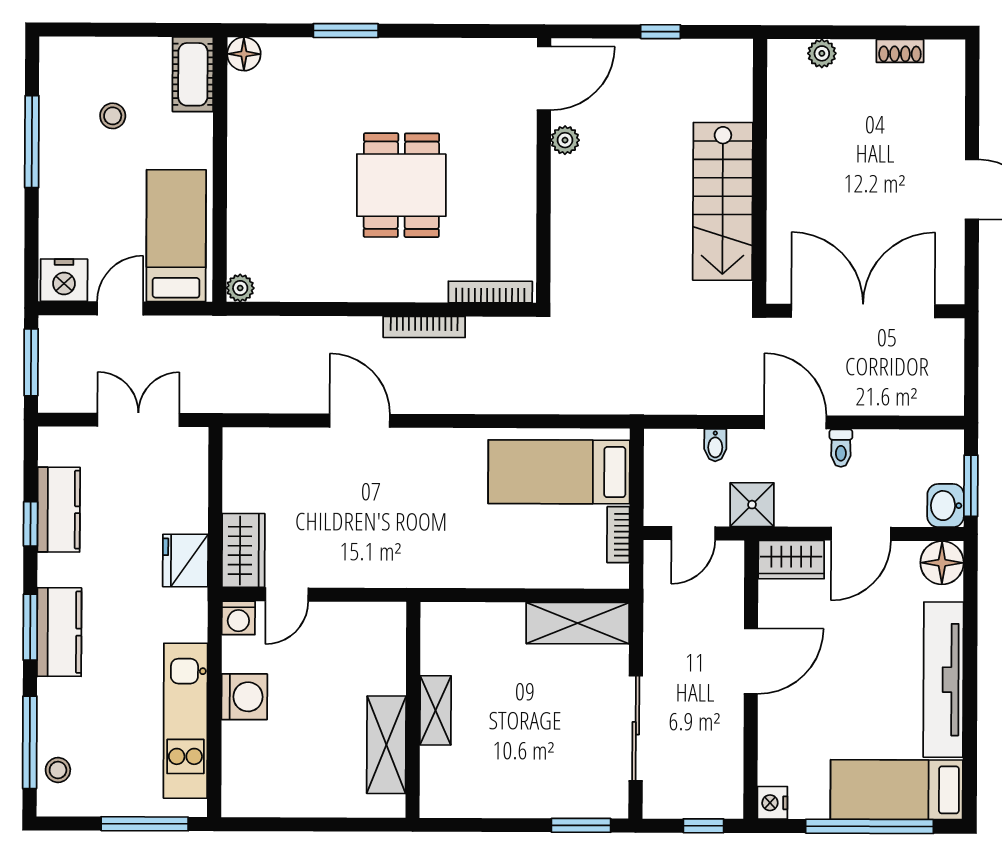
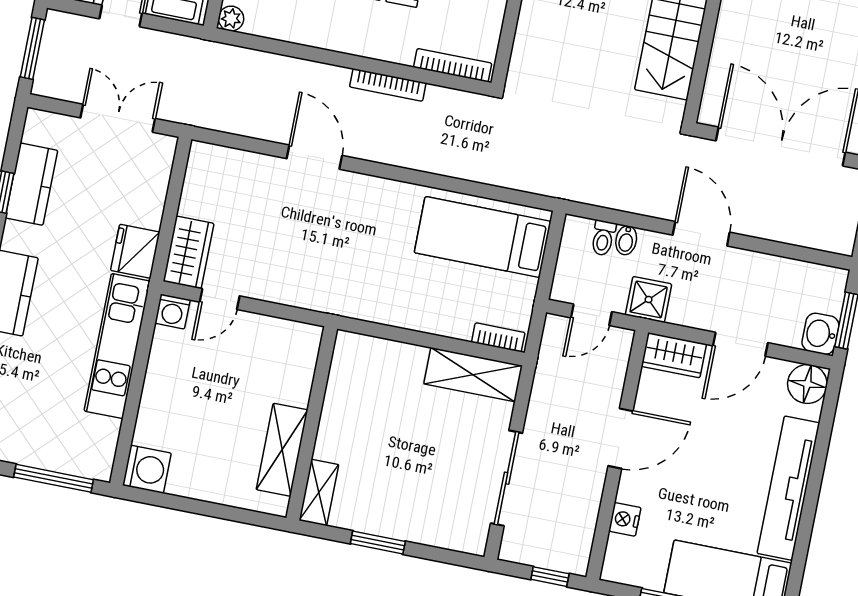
toilet: (841, 448) -> (603, 238), moved
bookcase: (618, 535) -> (498, 337), moved, turned 90
washing machine: (244, 697) -> (147, 469), moved
shelving: (435, 710) -> (319, 492), moved
kitchen unit: (186, 721) -> (117, 346), moved
nightstand: (772, 803) -> (625, 519), moved
window: (581, 825) -> (378, 542), moved

